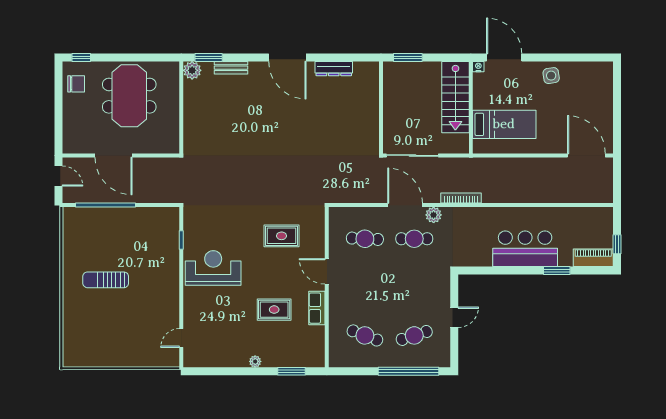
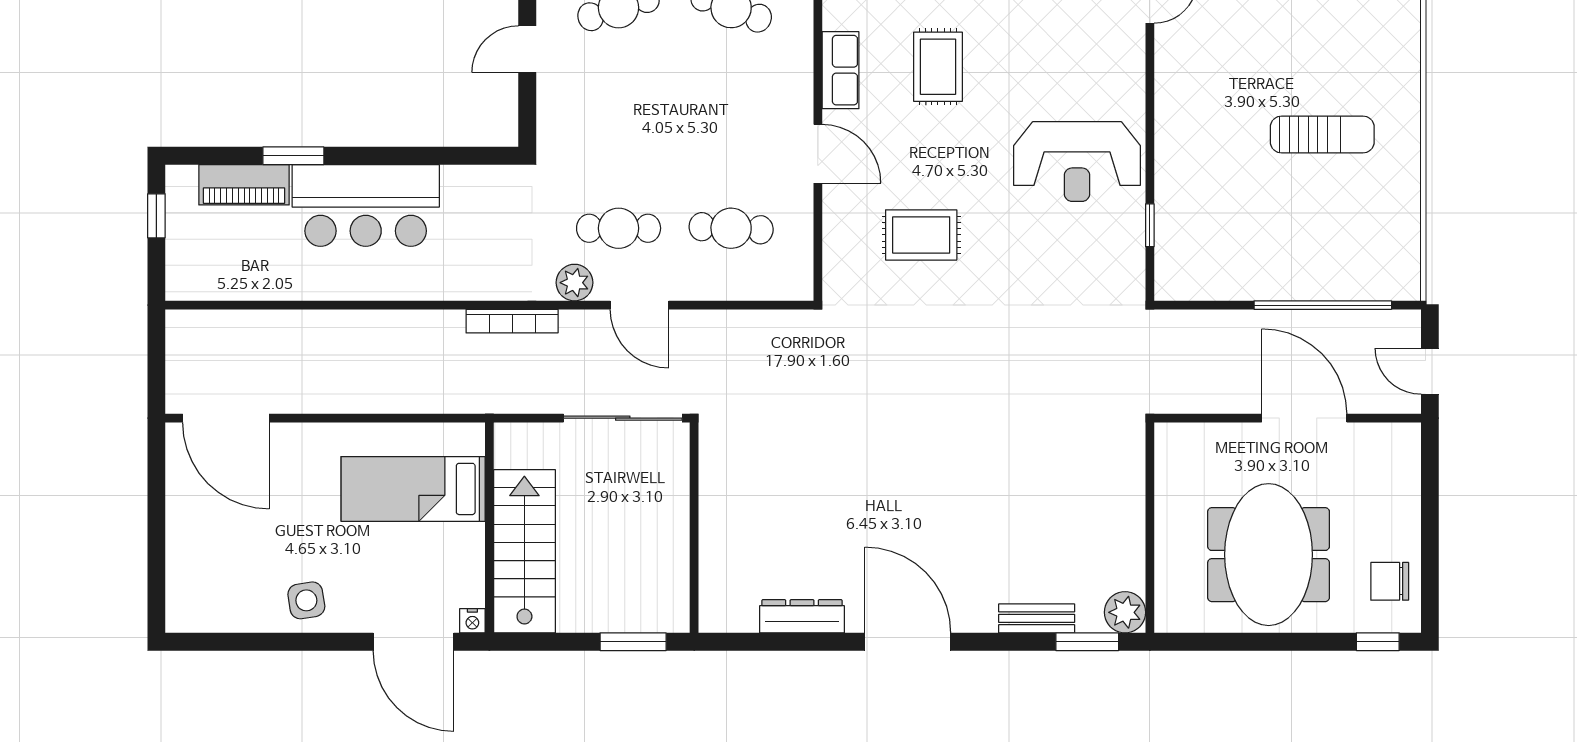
door: (405, 205) -> (639, 305), width x0.73
piano: (593, 258) -> (244, 185), moved
rug: (274, 310) -> (938, 67), turned 90

